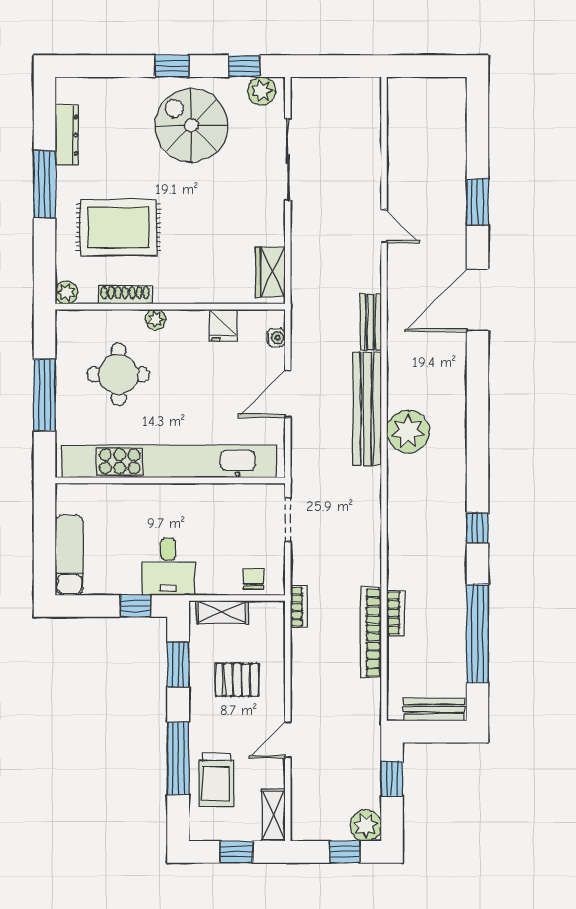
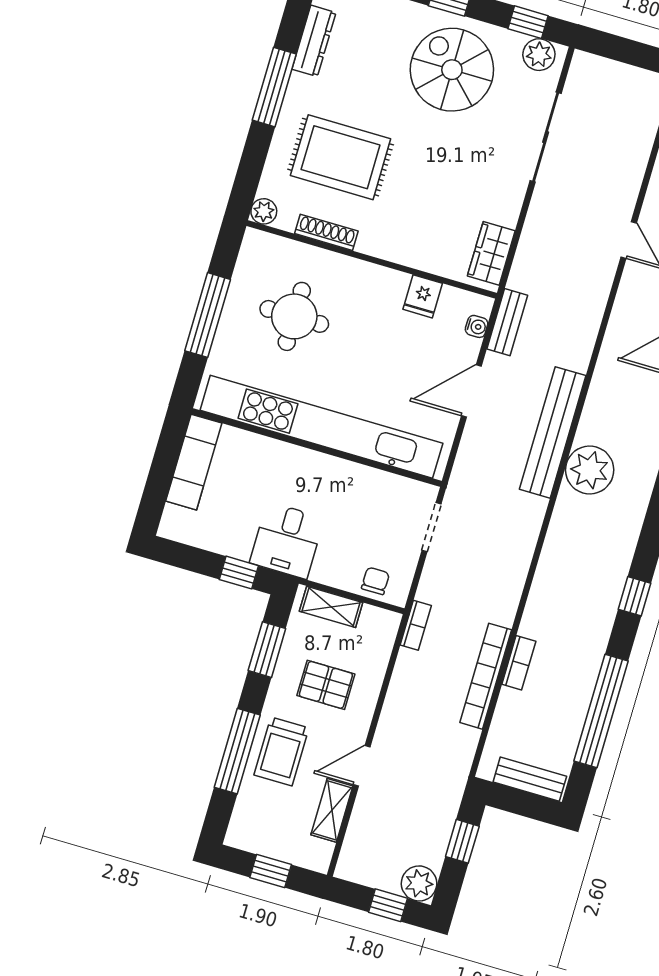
plant: (156, 319) -> (352, 269), removed
bench: (371, 322) -> (507, 322), moved
exam couch: (69, 555) -> (194, 462), moved
trolley: (216, 780) -> (281, 751), moved
shelving: (273, 815) -> (332, 810), moved

